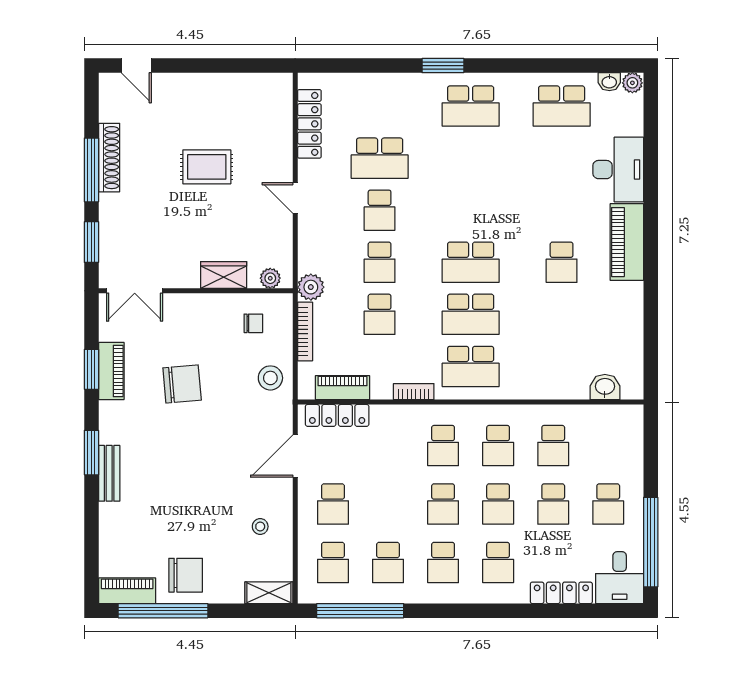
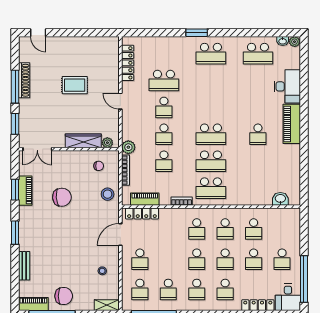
wardrobe: (224, 275) -> (83, 141), width x1.50
bench: (109, 473) -> (24, 266), moved

